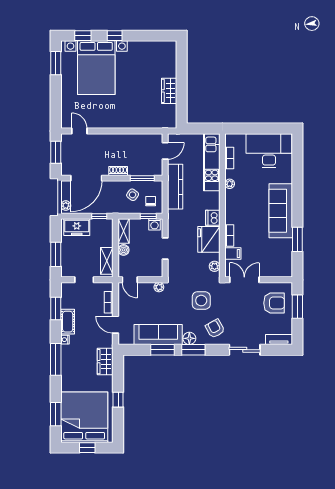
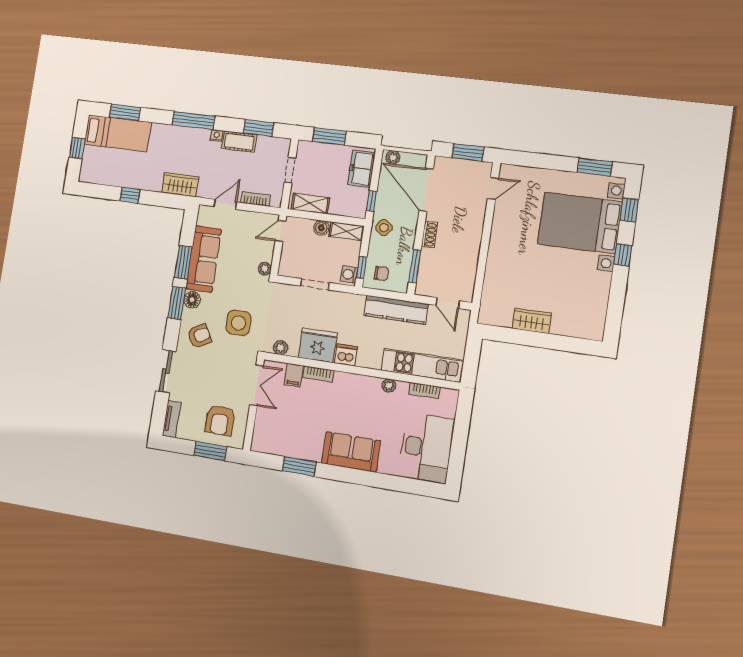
side table: (133, 195) -> (384, 228), moved
sofa: (281, 211) -> (351, 452), width x0.73
bed: (84, 417) -> (118, 133), width x0.49

